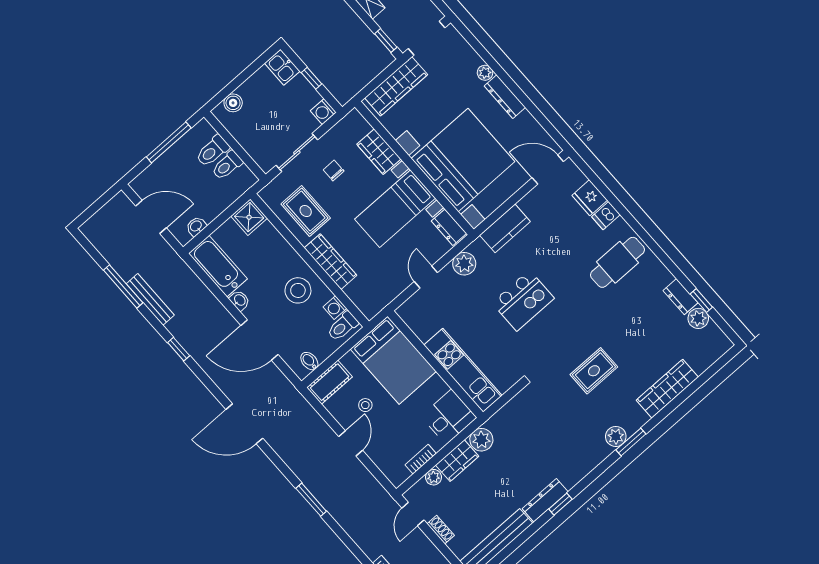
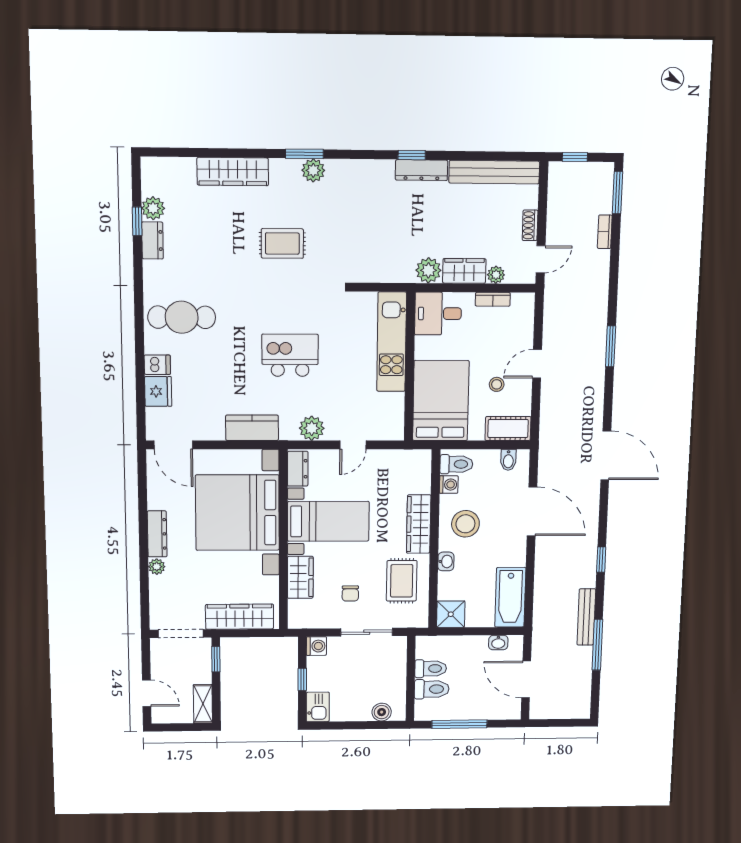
washbasin: (240, 300) -> (446, 561), moved, turned 180

